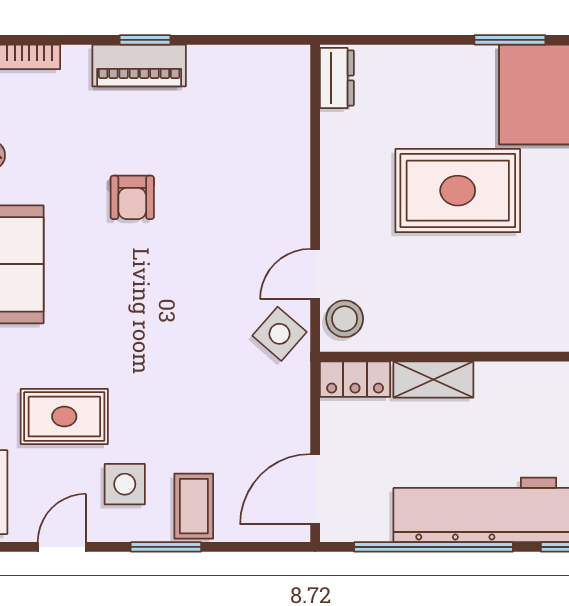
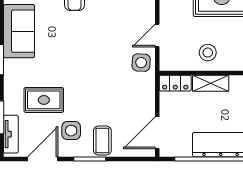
stool: (345, 319) -> (208, 53), moved
side table: (280, 334) -> (141, 63), turned -38
door: (62, 547) -> (43, 159), width x1.37

